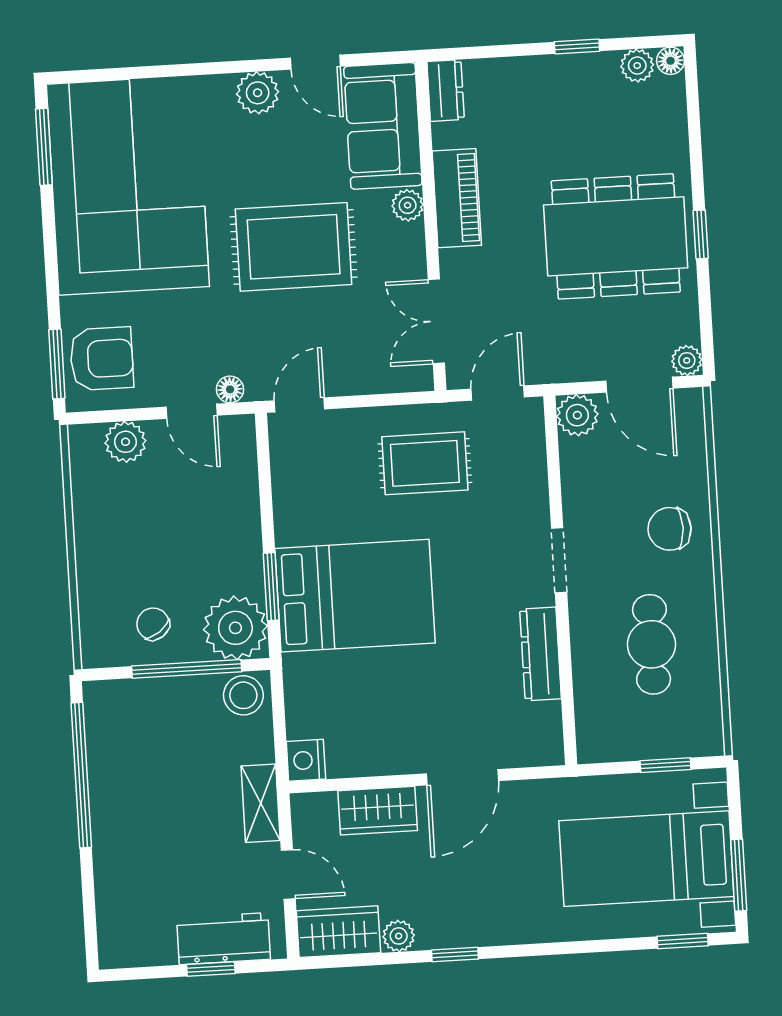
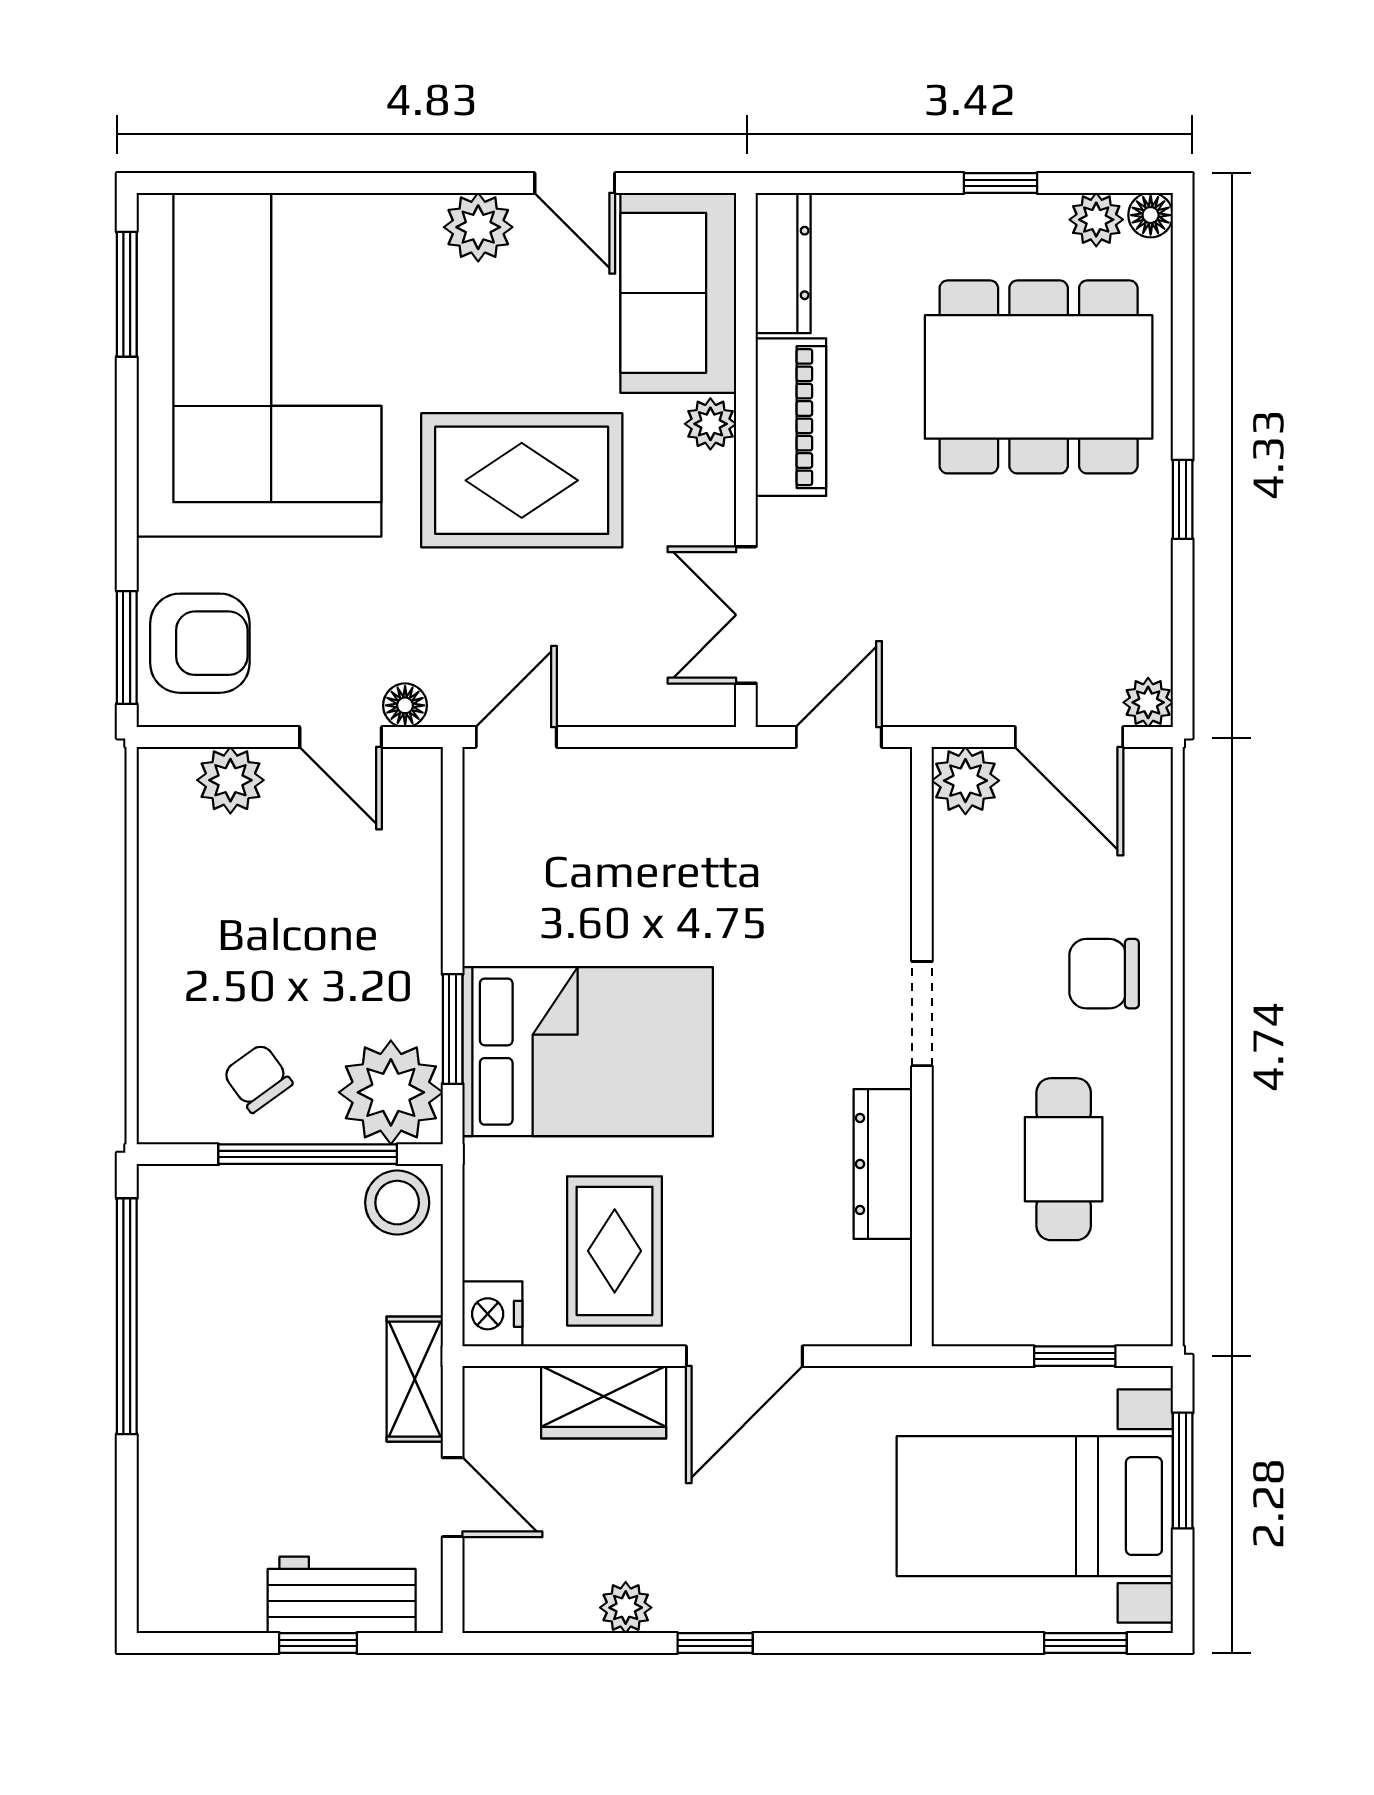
dresser: (446, 91) -> (783, 263), width x1.44
dining table: (616, 236) -> (1039, 377), moved
rug: (425, 463) -> (615, 1251), moved, turned 90
window: (739, 875) -> (1183, 1471), moved
wardrobe: (338, 932) -> (529, 1595), removed

